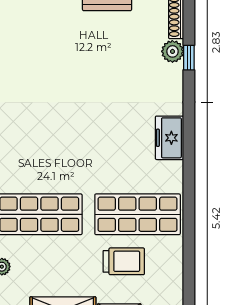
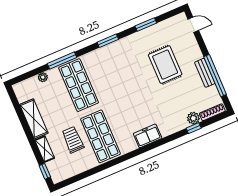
rug: (66, 60) -> (165, 65), added
trolley: (124, 261) -> (73, 140), turned 180

